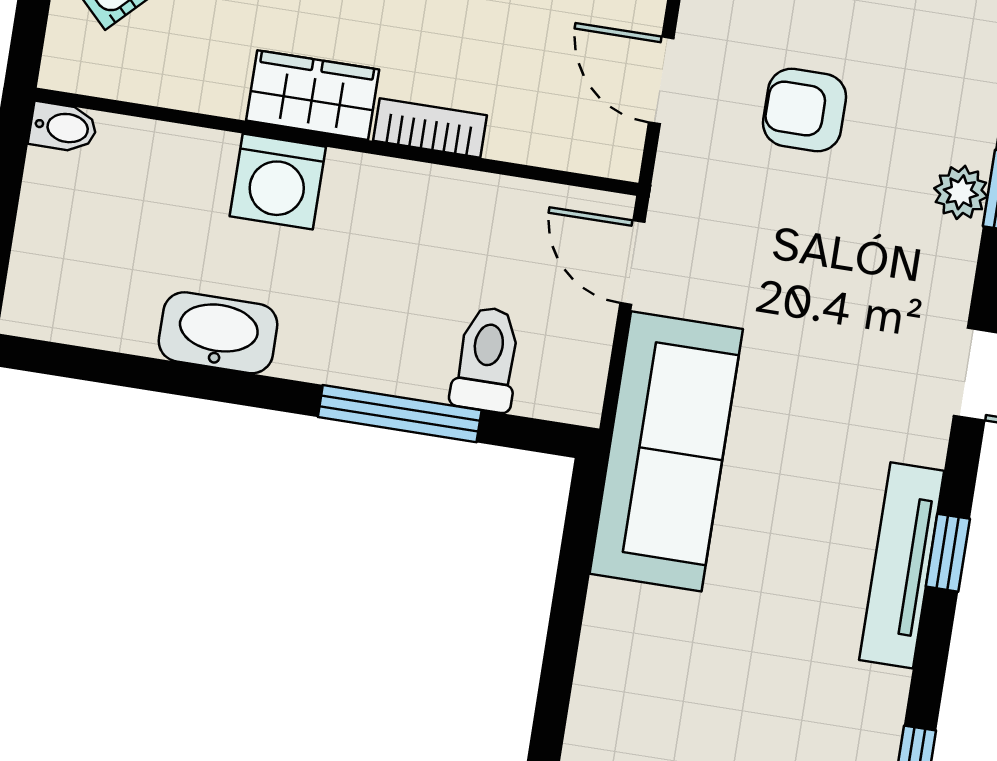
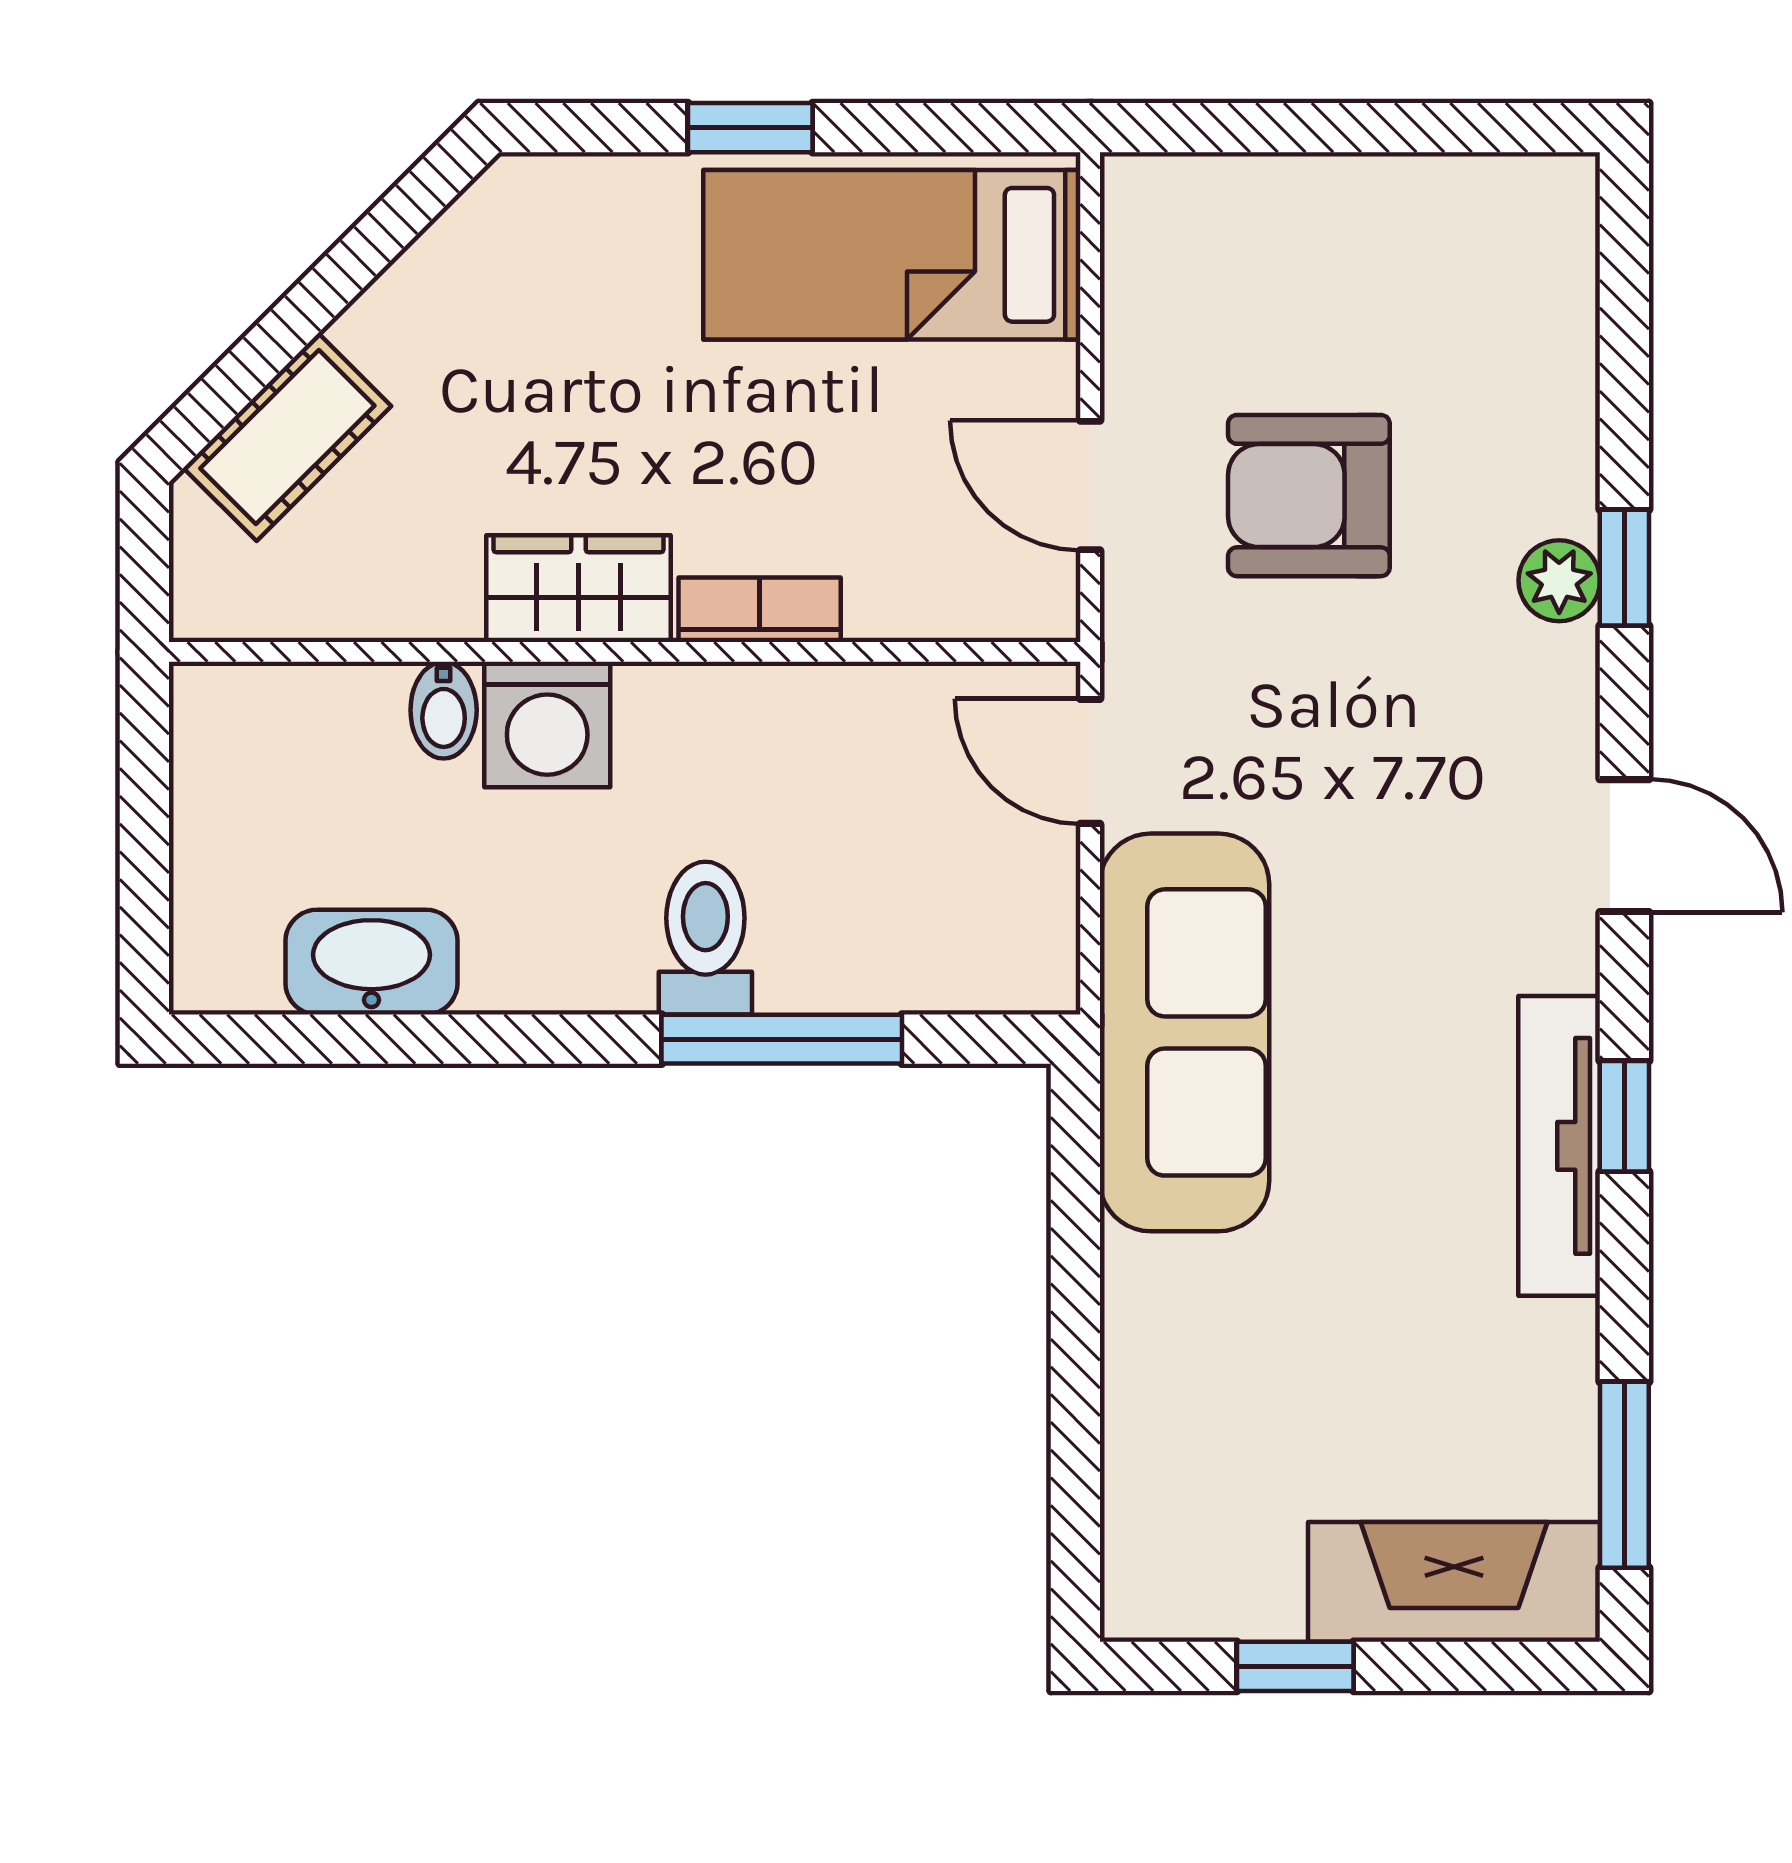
armchair: (805, 110) -> (1309, 496), width x1.38, depth x1.38
bidet: (63, 127) -> (444, 710), moved, turned 90
washbasin: (218, 333) -> (371, 962), moved
toilet: (487, 359) -> (705, 938), moved

